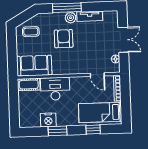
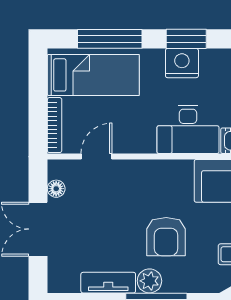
door: (97, 75) -> (96, 157), hinge flipped
nightstand: (48, 120) -> (182, 63), moved
window: (93, 130) -> (110, 39), width x2.17

